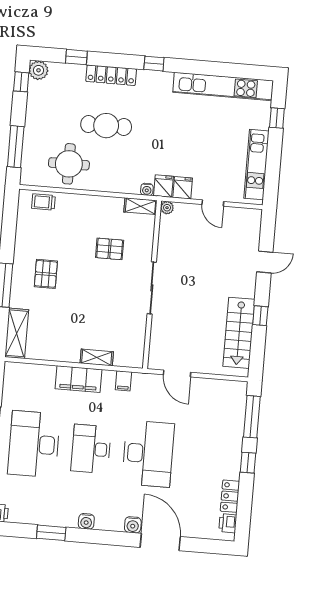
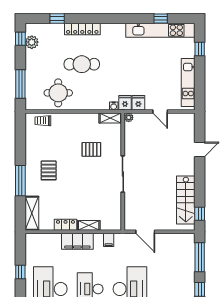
window: (154, 64) -> (161, 18), moved
plant: (39, 70) -> (32, 42), moved
window: (260, 316) -> (200, 214), moved
locker: (63, 354) -> (65, 225), added

